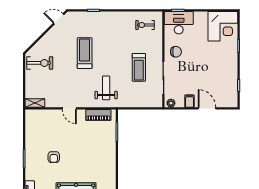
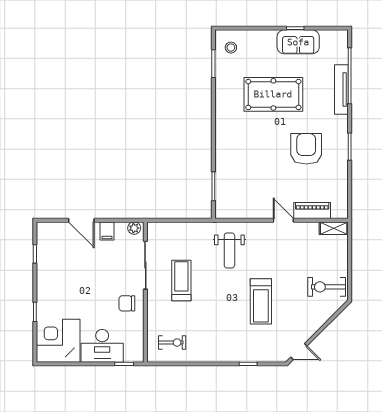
desk: (179, 23) -> (102, 346), moved
piano: (98, 115) -> (312, 211), moved
armchair: (54, 157) -> (306, 149), width x1.88, depth x1.88

